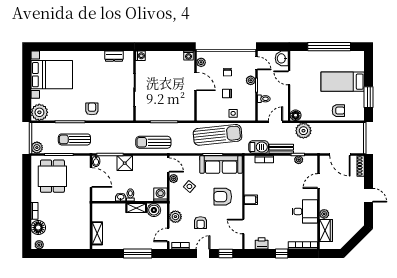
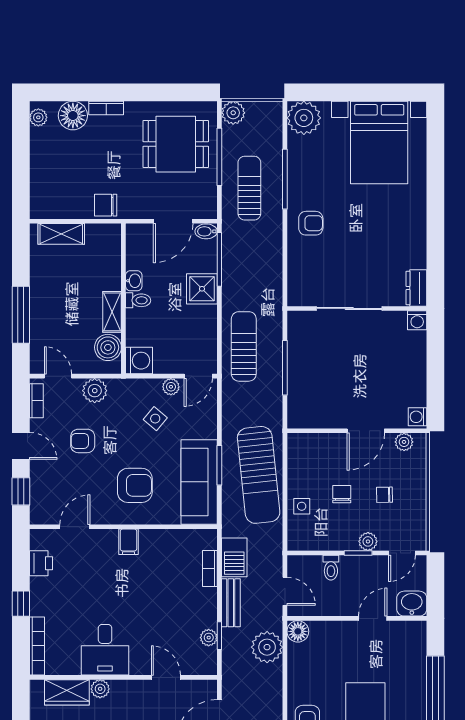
dresser: (114, 56) -> (416, 288), moved
armchair: (223, 197) -> (135, 485), turned 90
chair: (83, 211) -> (106, 205), added

